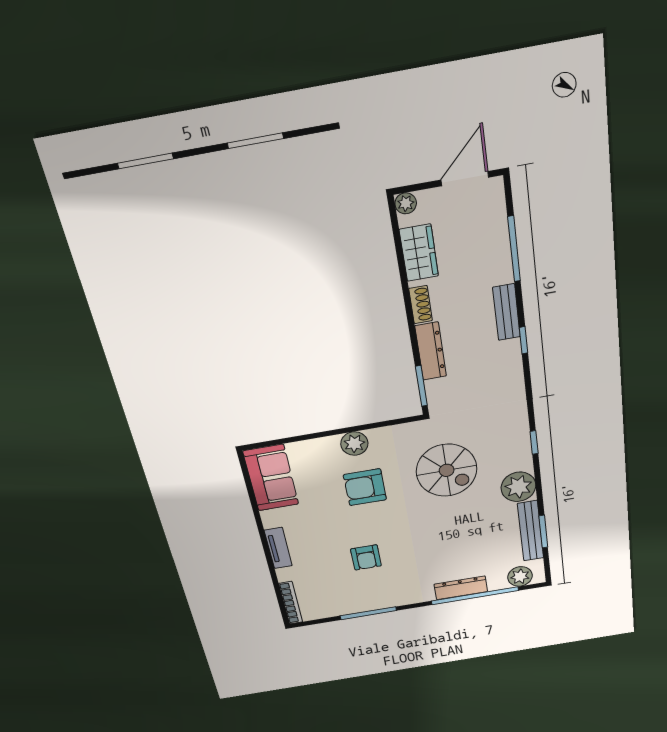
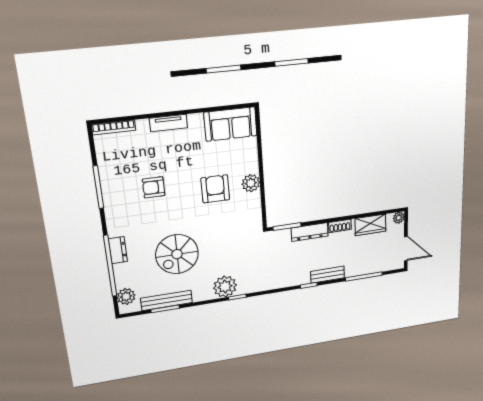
spiral stairs: (447, 470) -> (177, 254), moved
plant: (518, 487) -> (225, 287), moved
dresser: (461, 588) -> (118, 250), width x0.70

